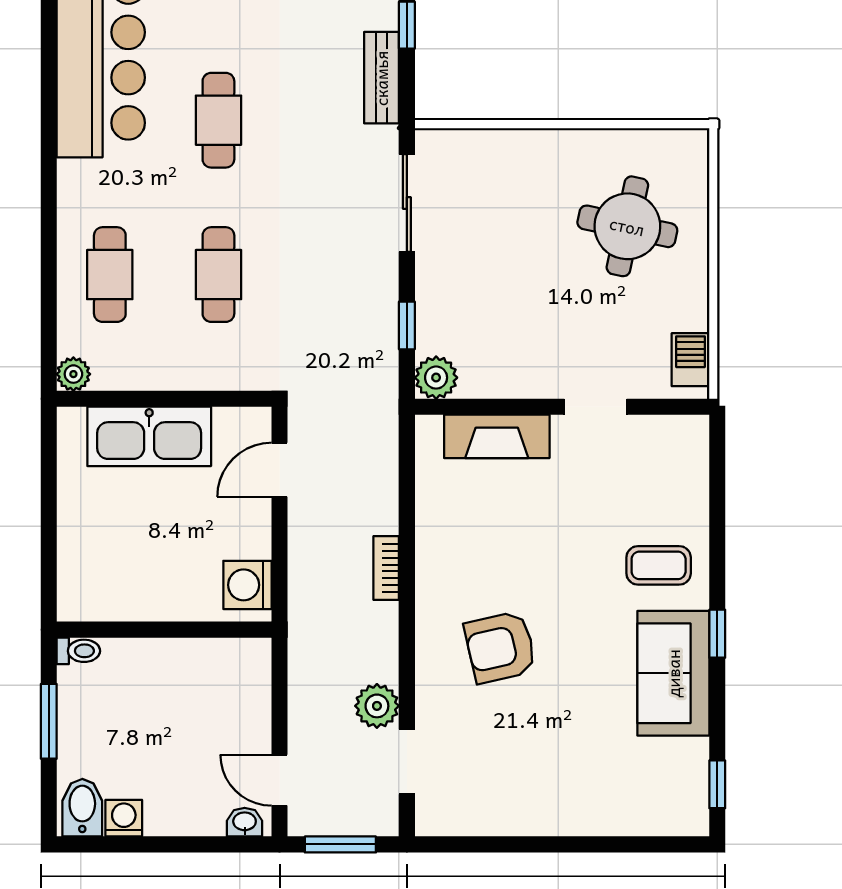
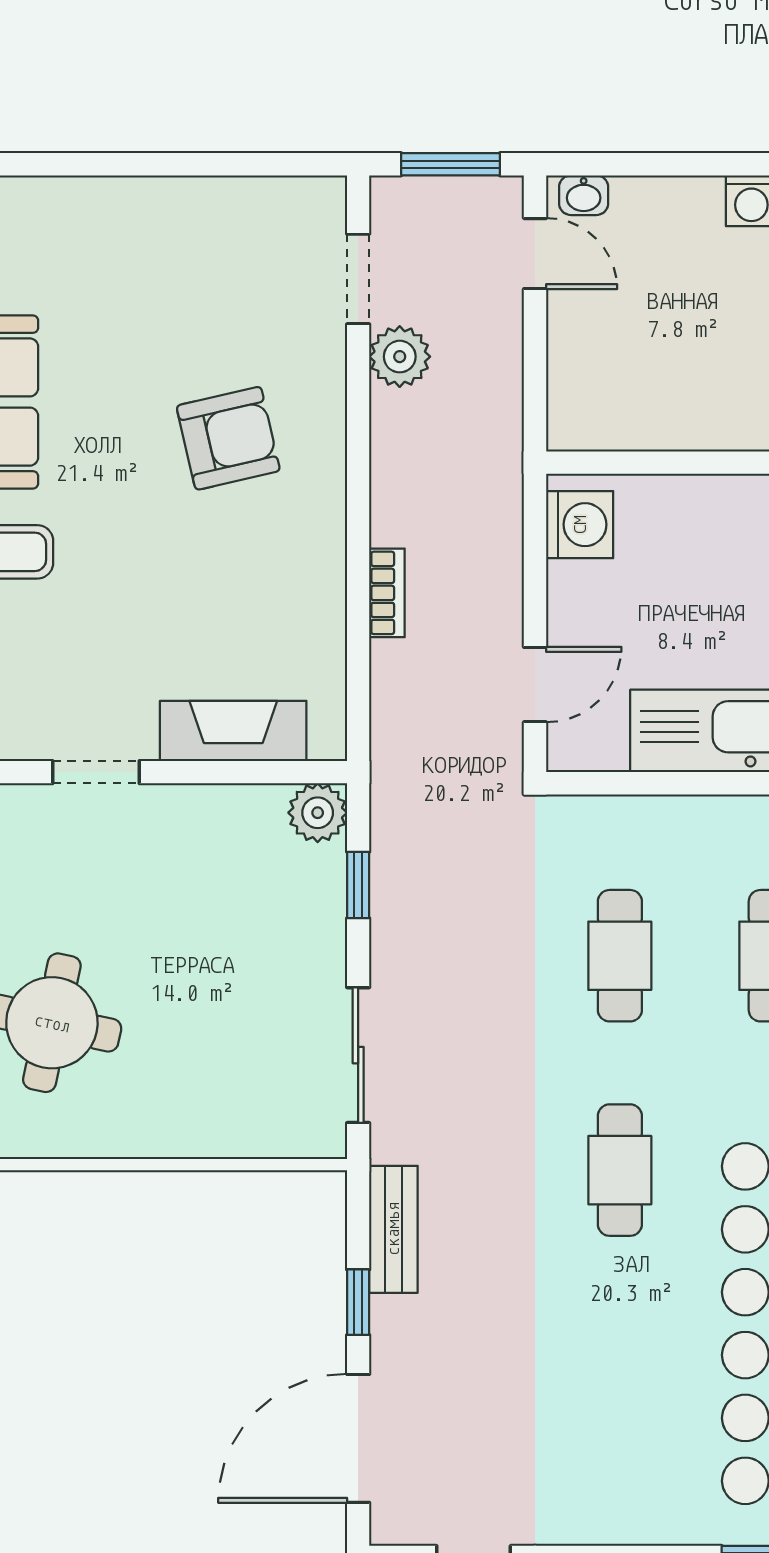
bookcase: (386, 568) -> (387, 593), moved

